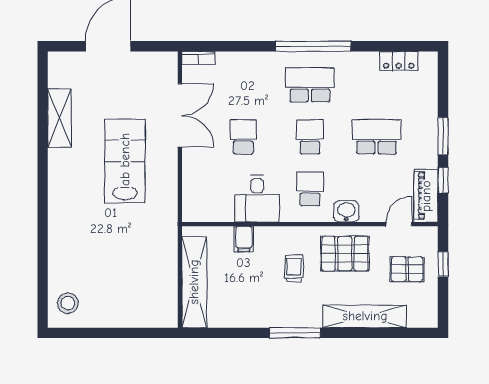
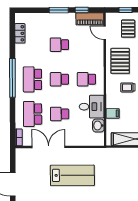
school desk: (243, 85) -> (33, 114), added
school desk: (377, 137) -> (59, 45), width x0.54
lab bench: (125, 161) -> (72, 175), turned 180
washbasin: (346, 211) -> (98, 126), moved

